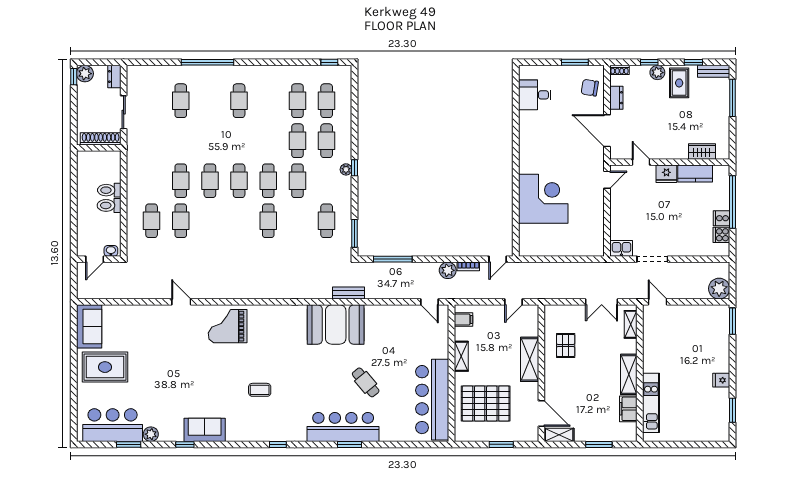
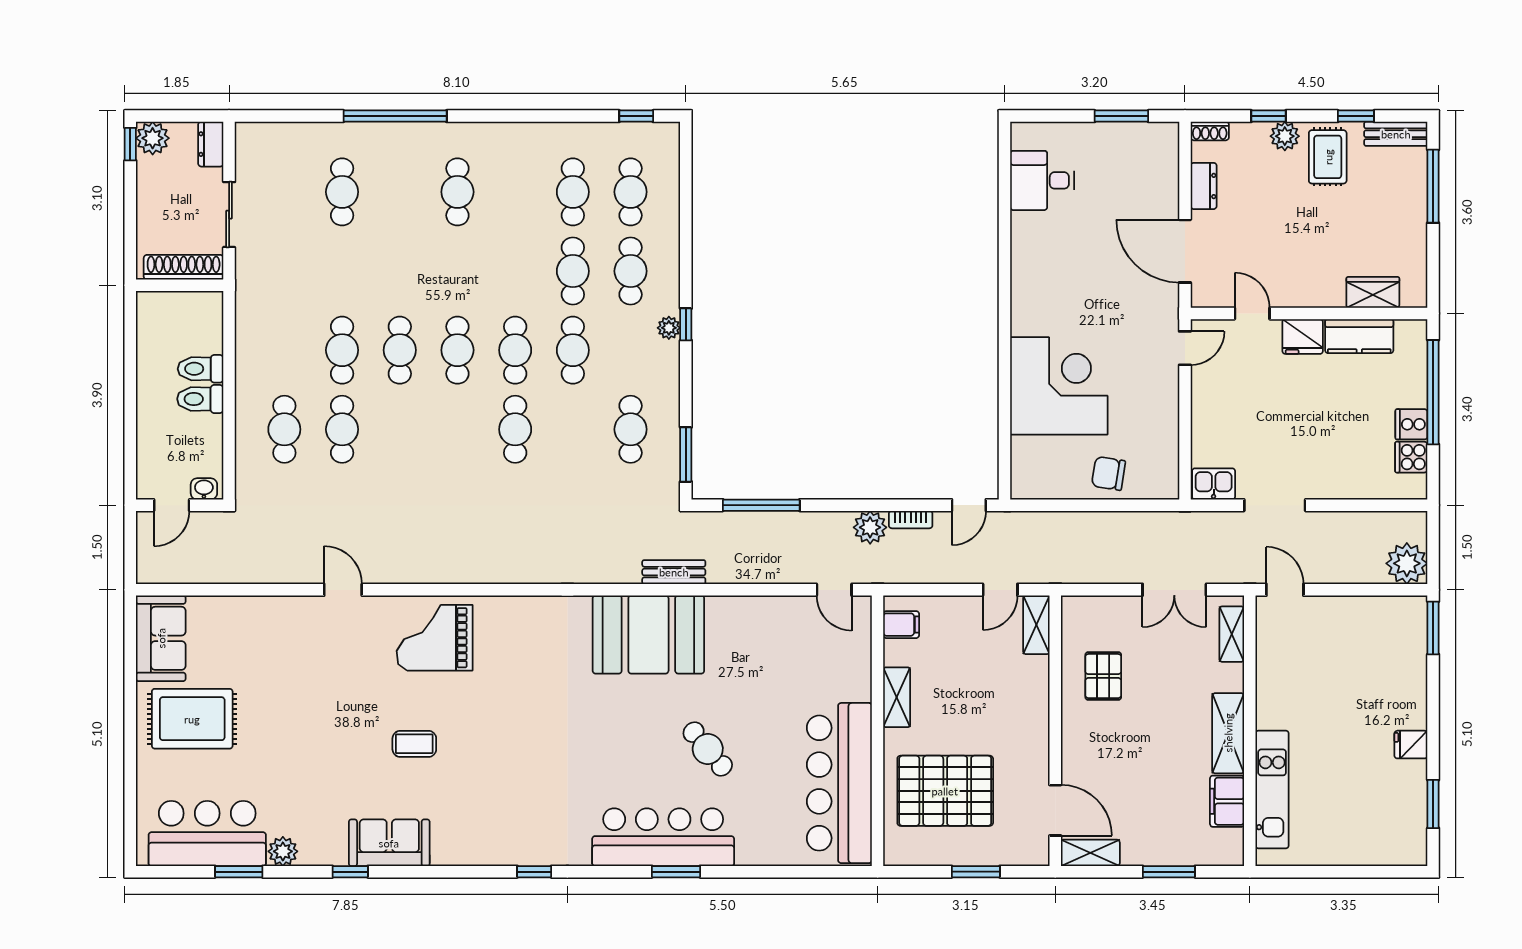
chair: (590, 88) -> (1109, 473), moved
shelving: (530, 359) -> (1036, 625), moved, width x0.67, depth x0.75
coffee table: (260, 390) -> (414, 744), moved

